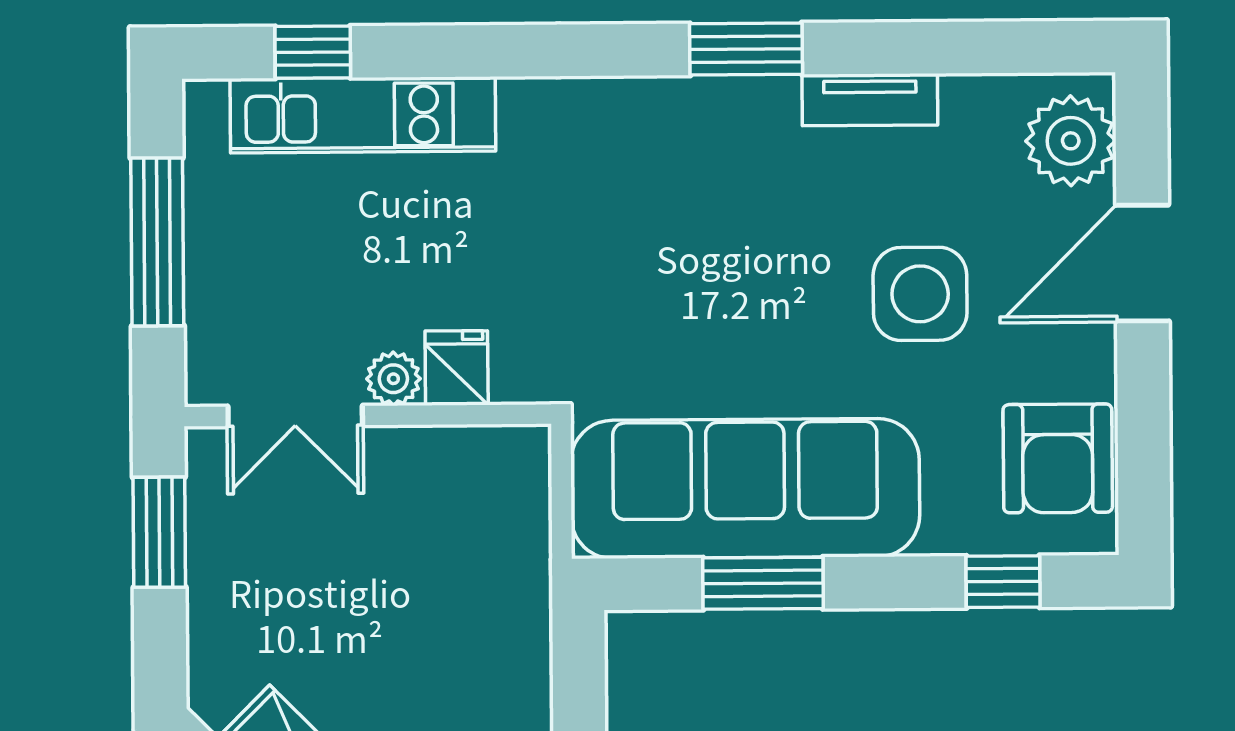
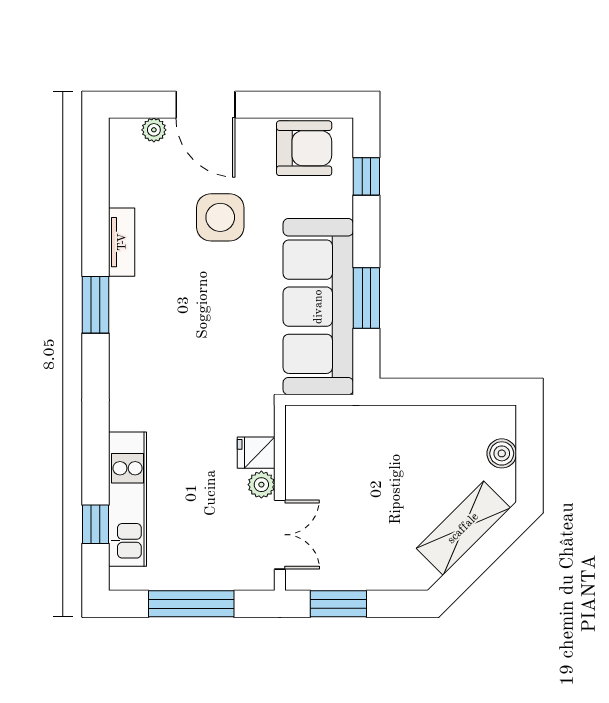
plant: (1071, 141) -> (154, 130), width x0.53, depth x0.53

